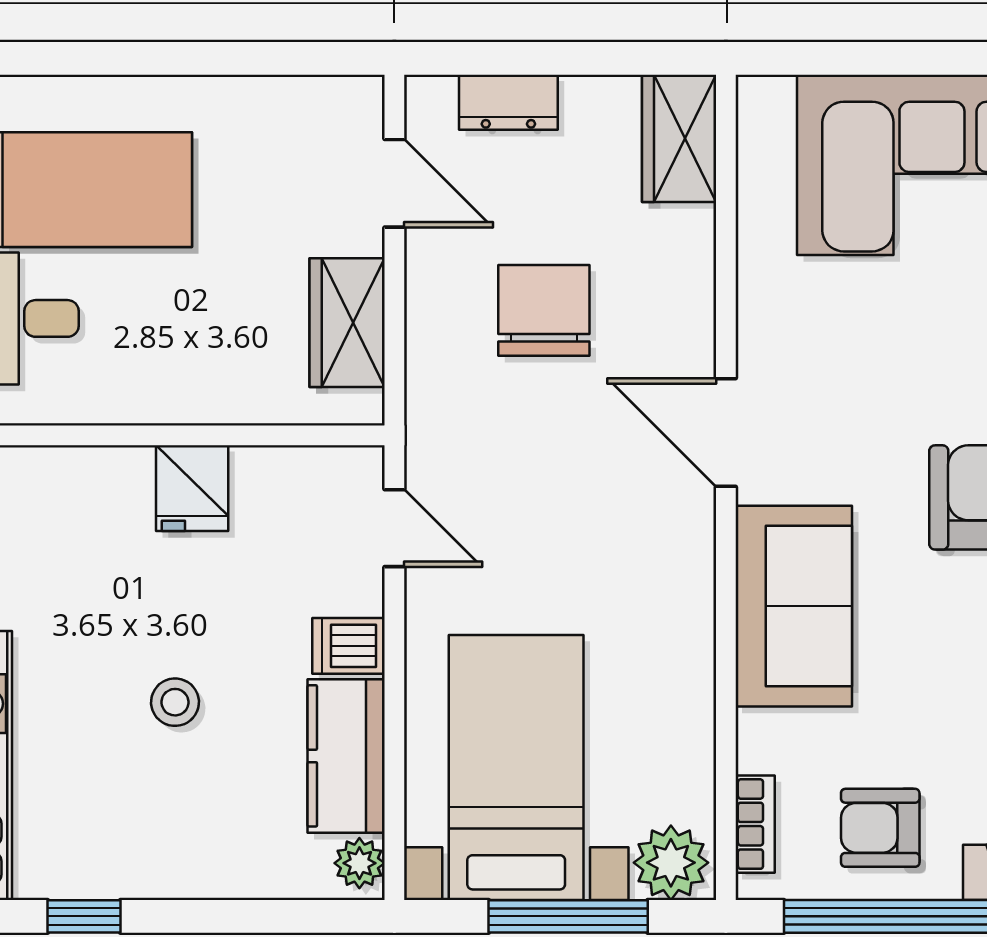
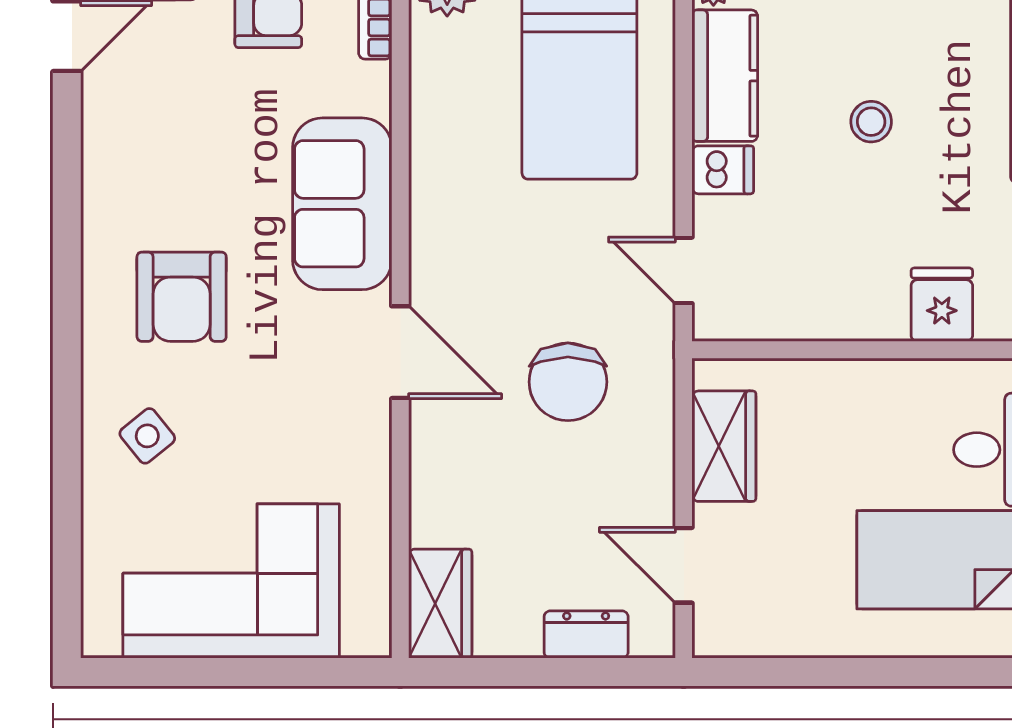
chair: (544, 310) -> (568, 382), moved
fridge: (192, 488) -> (942, 305), moved

